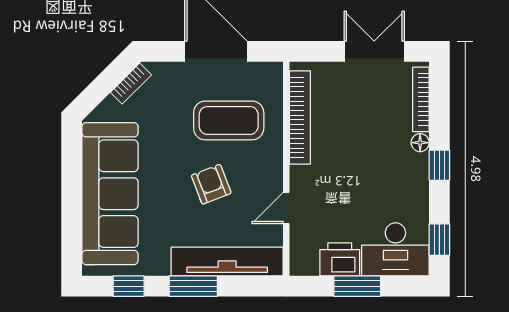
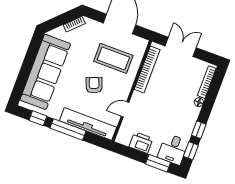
double door: (374, 51) -> (181, 47), moved
window: (439, 165) -> (199, 130), moved
desk: (395, 249) -> (173, 149), width x0.73
window: (193, 286) -> (68, 130), width x1.44
window: (357, 286) -> (158, 163), moved

